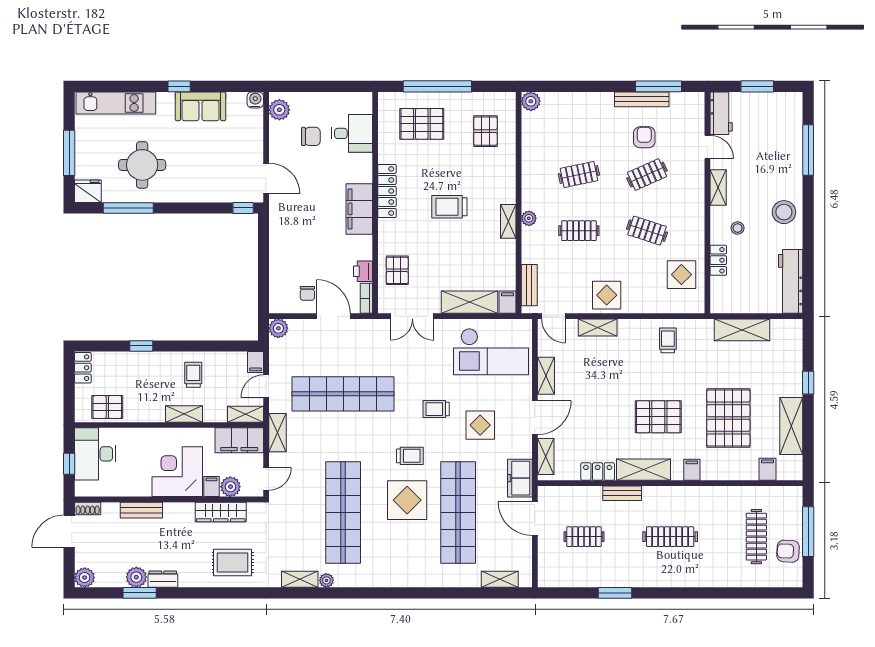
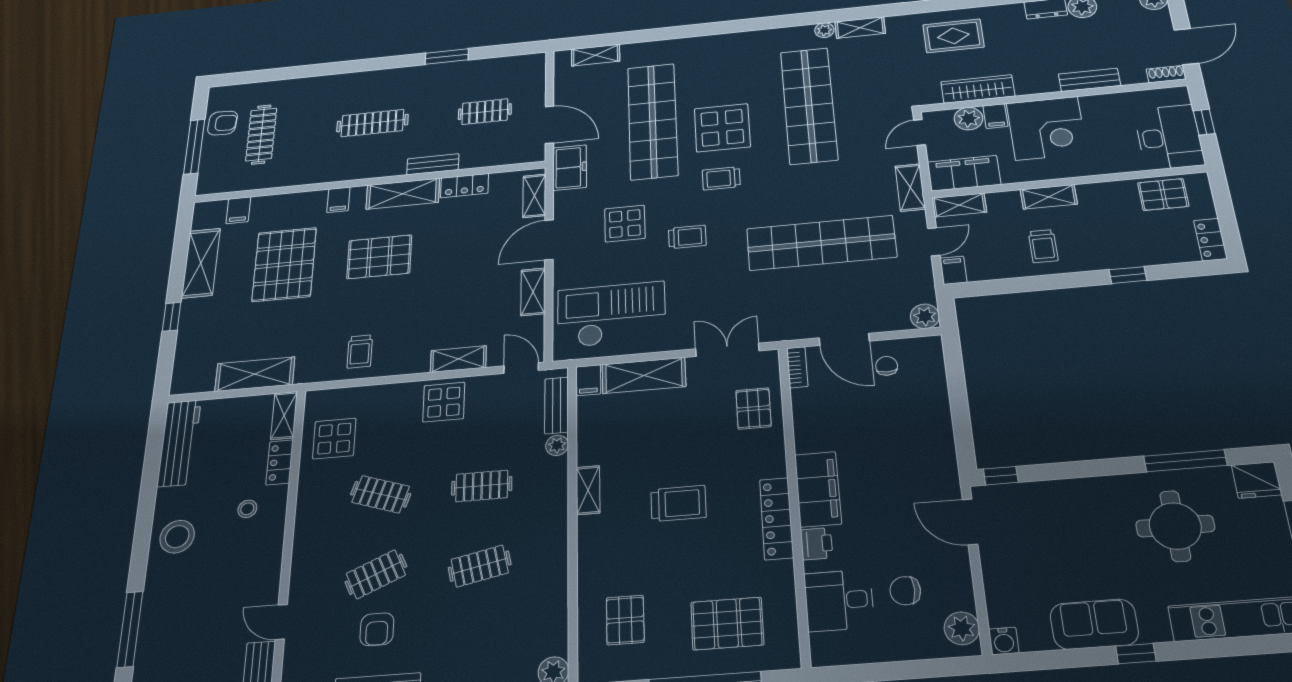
shelving: (718, 187) -> (284, 415), moved
plant: (529, 218) -> (557, 445), moved
printer: (363, 271) -> (816, 544), moved

